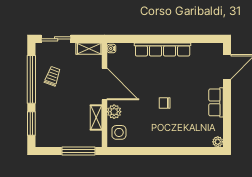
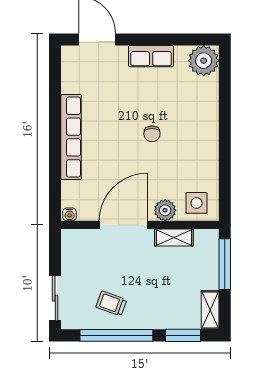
shelving: (89, 49) -> (210, 310), moved
plant: (218, 142) -> (204, 61), width x1.87, depth x1.87

